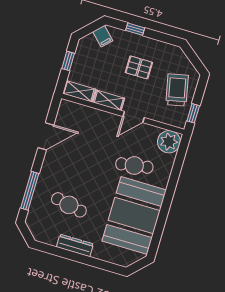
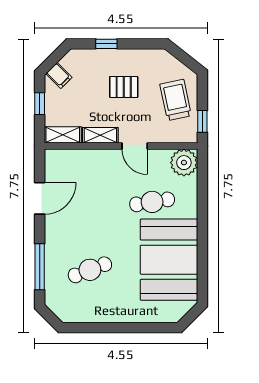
filing cabinet: (103, 36) -> (59, 75), moved
door: (134, 117) -> (135, 146), hinge flipped
cafe table: (69, 205) -> (90, 270), turned -33
dresser: (75, 245) -> (111, 315), removed

